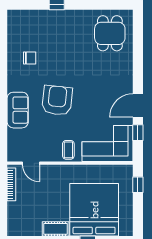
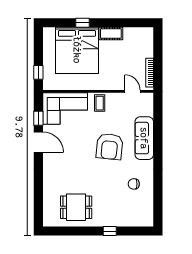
dining table: (110, 33) -> (76, 207), moved, turned 90
door: (138, 105) -> (38, 142), hinge flipped
sofa: (18, 110) -> (144, 138), width x1.36

